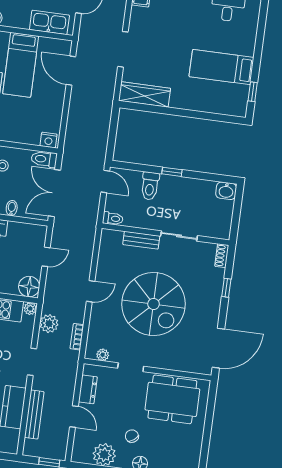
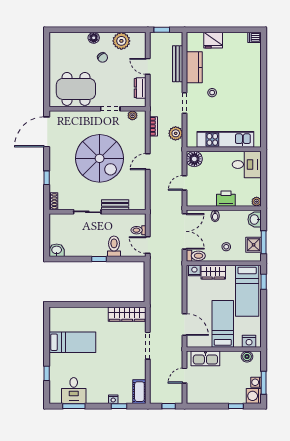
window: (253, 92) -> (47, 373), moved
wardrobe: (24, 134) -> (213, 272), added
toilet: (113, 218) -> (139, 230), moved
spiral stairs: (154, 304) -> (100, 158), turned 180
plant: (30, 309) -> (191, 143), removed

